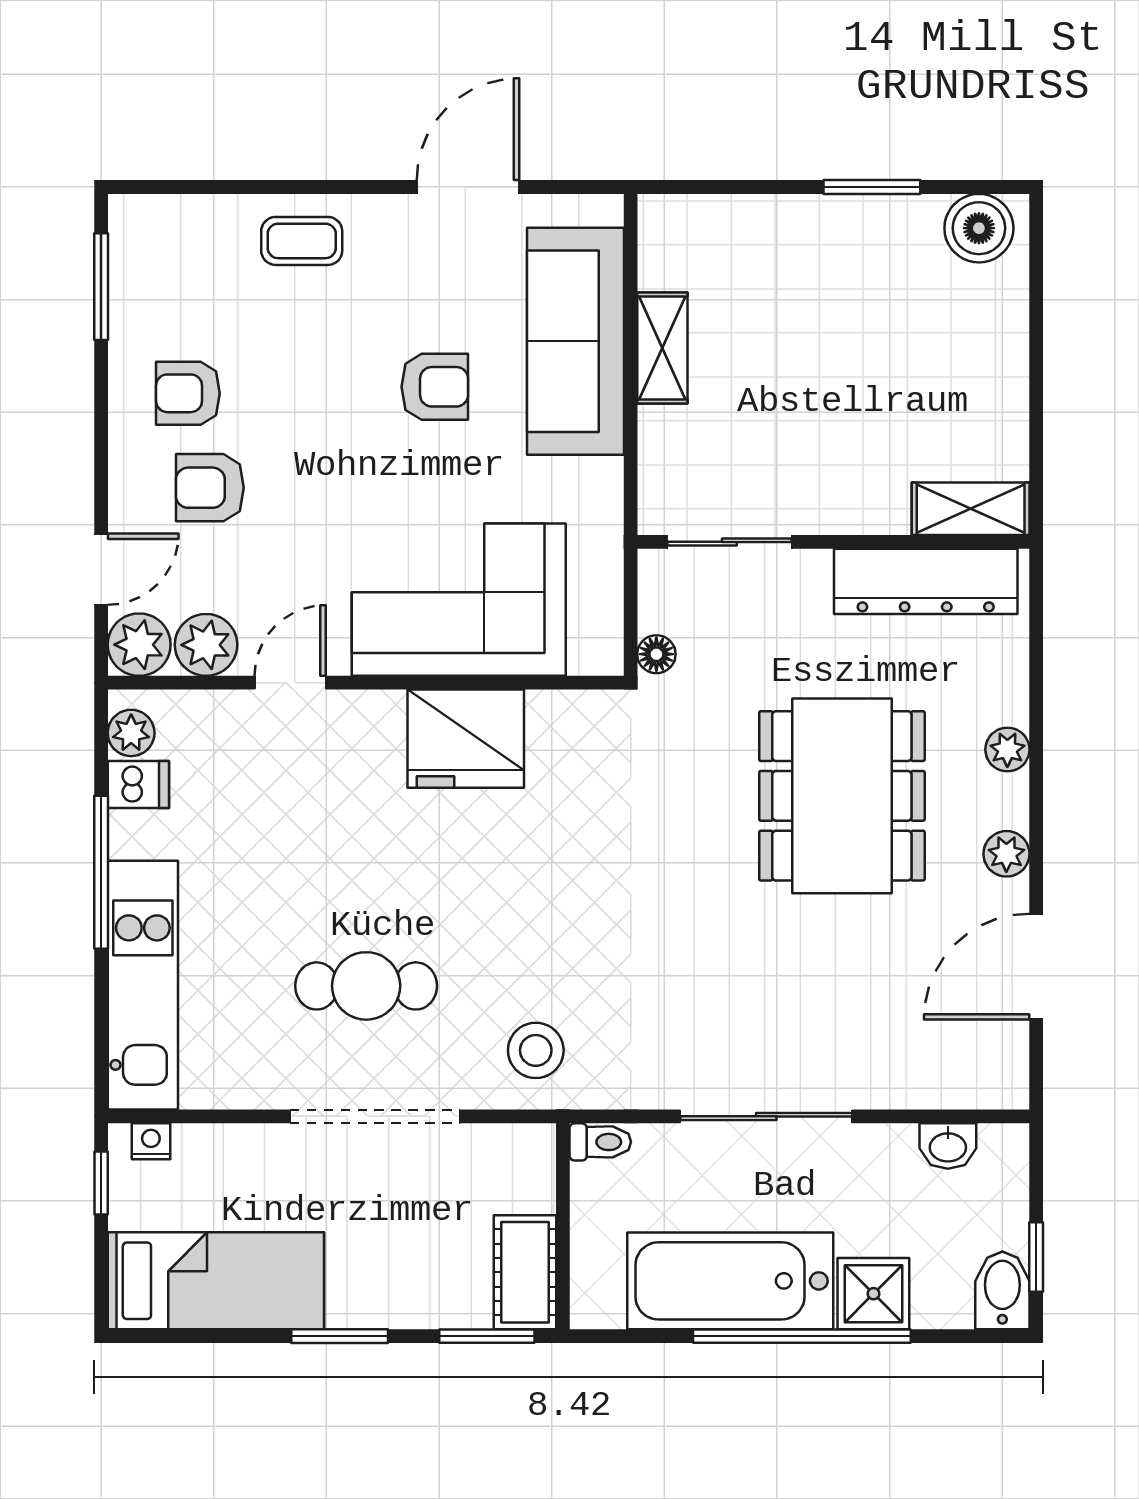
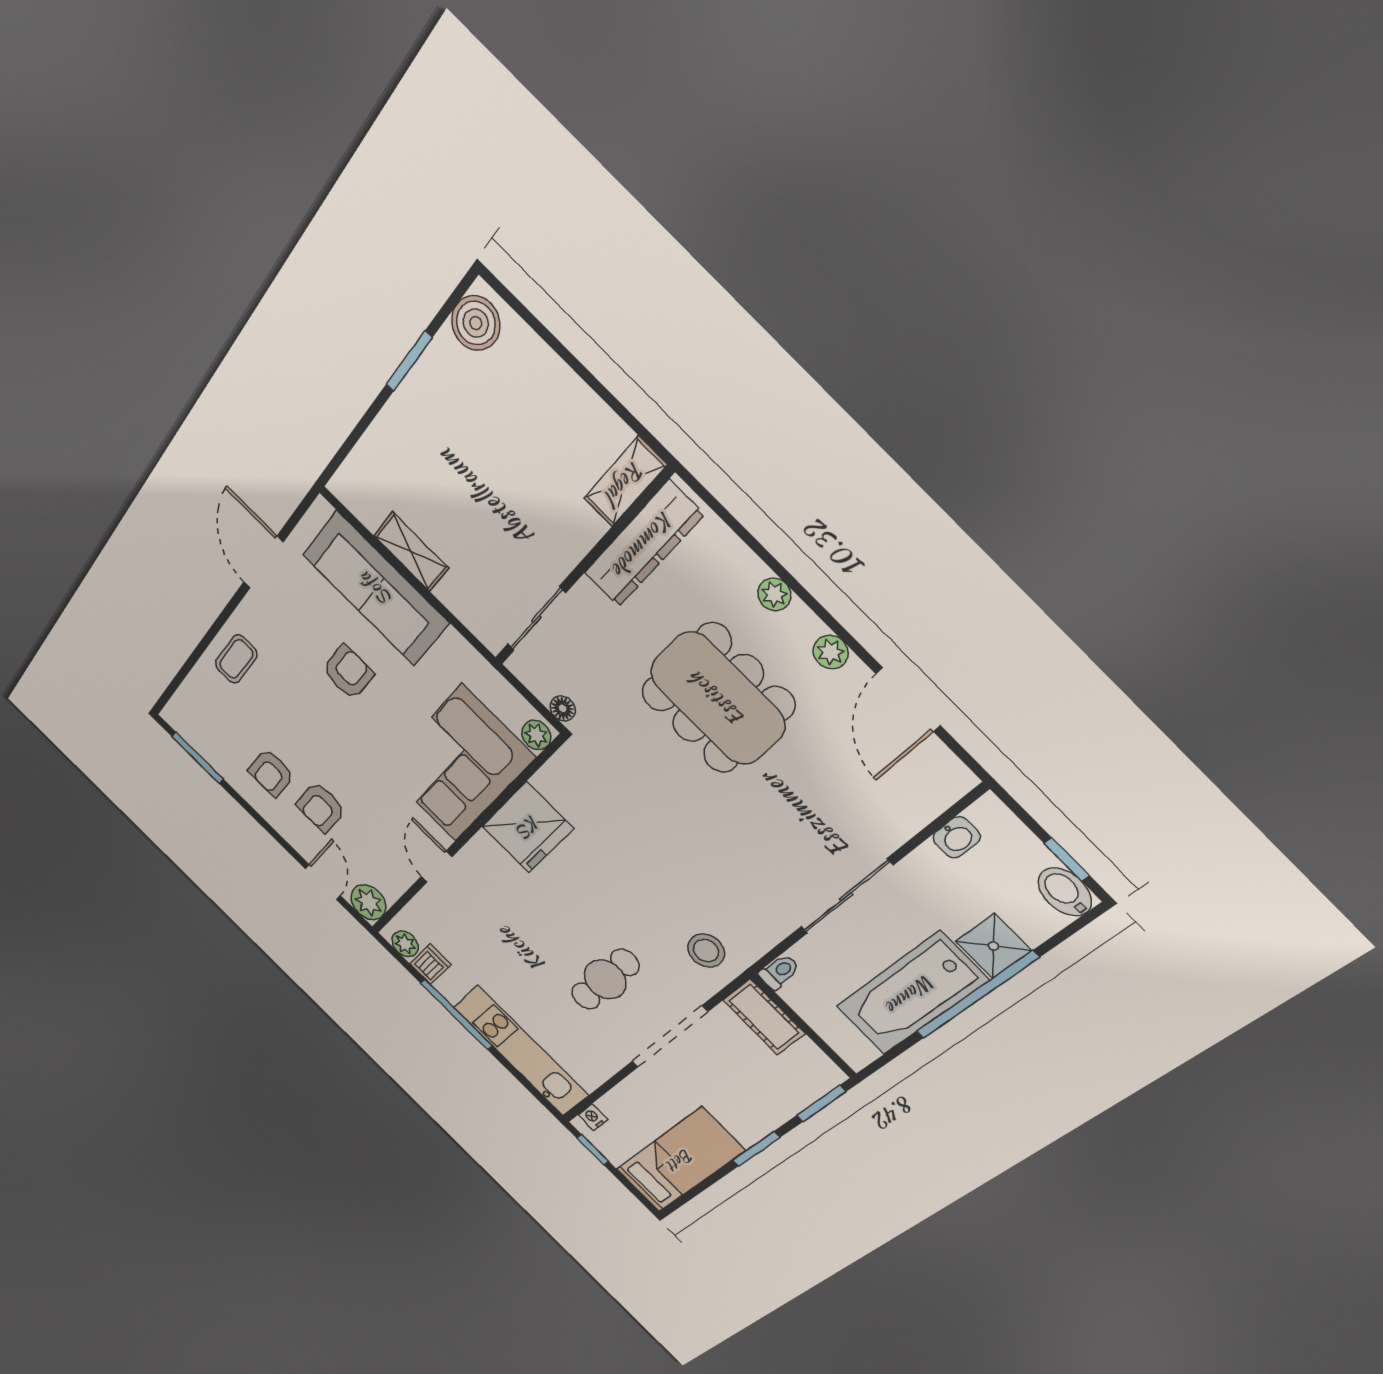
plant: (206, 645) -> (536, 735), moved, width x0.73, depth x0.73
cot: (525, 1272) -> (764, 1017), moved

